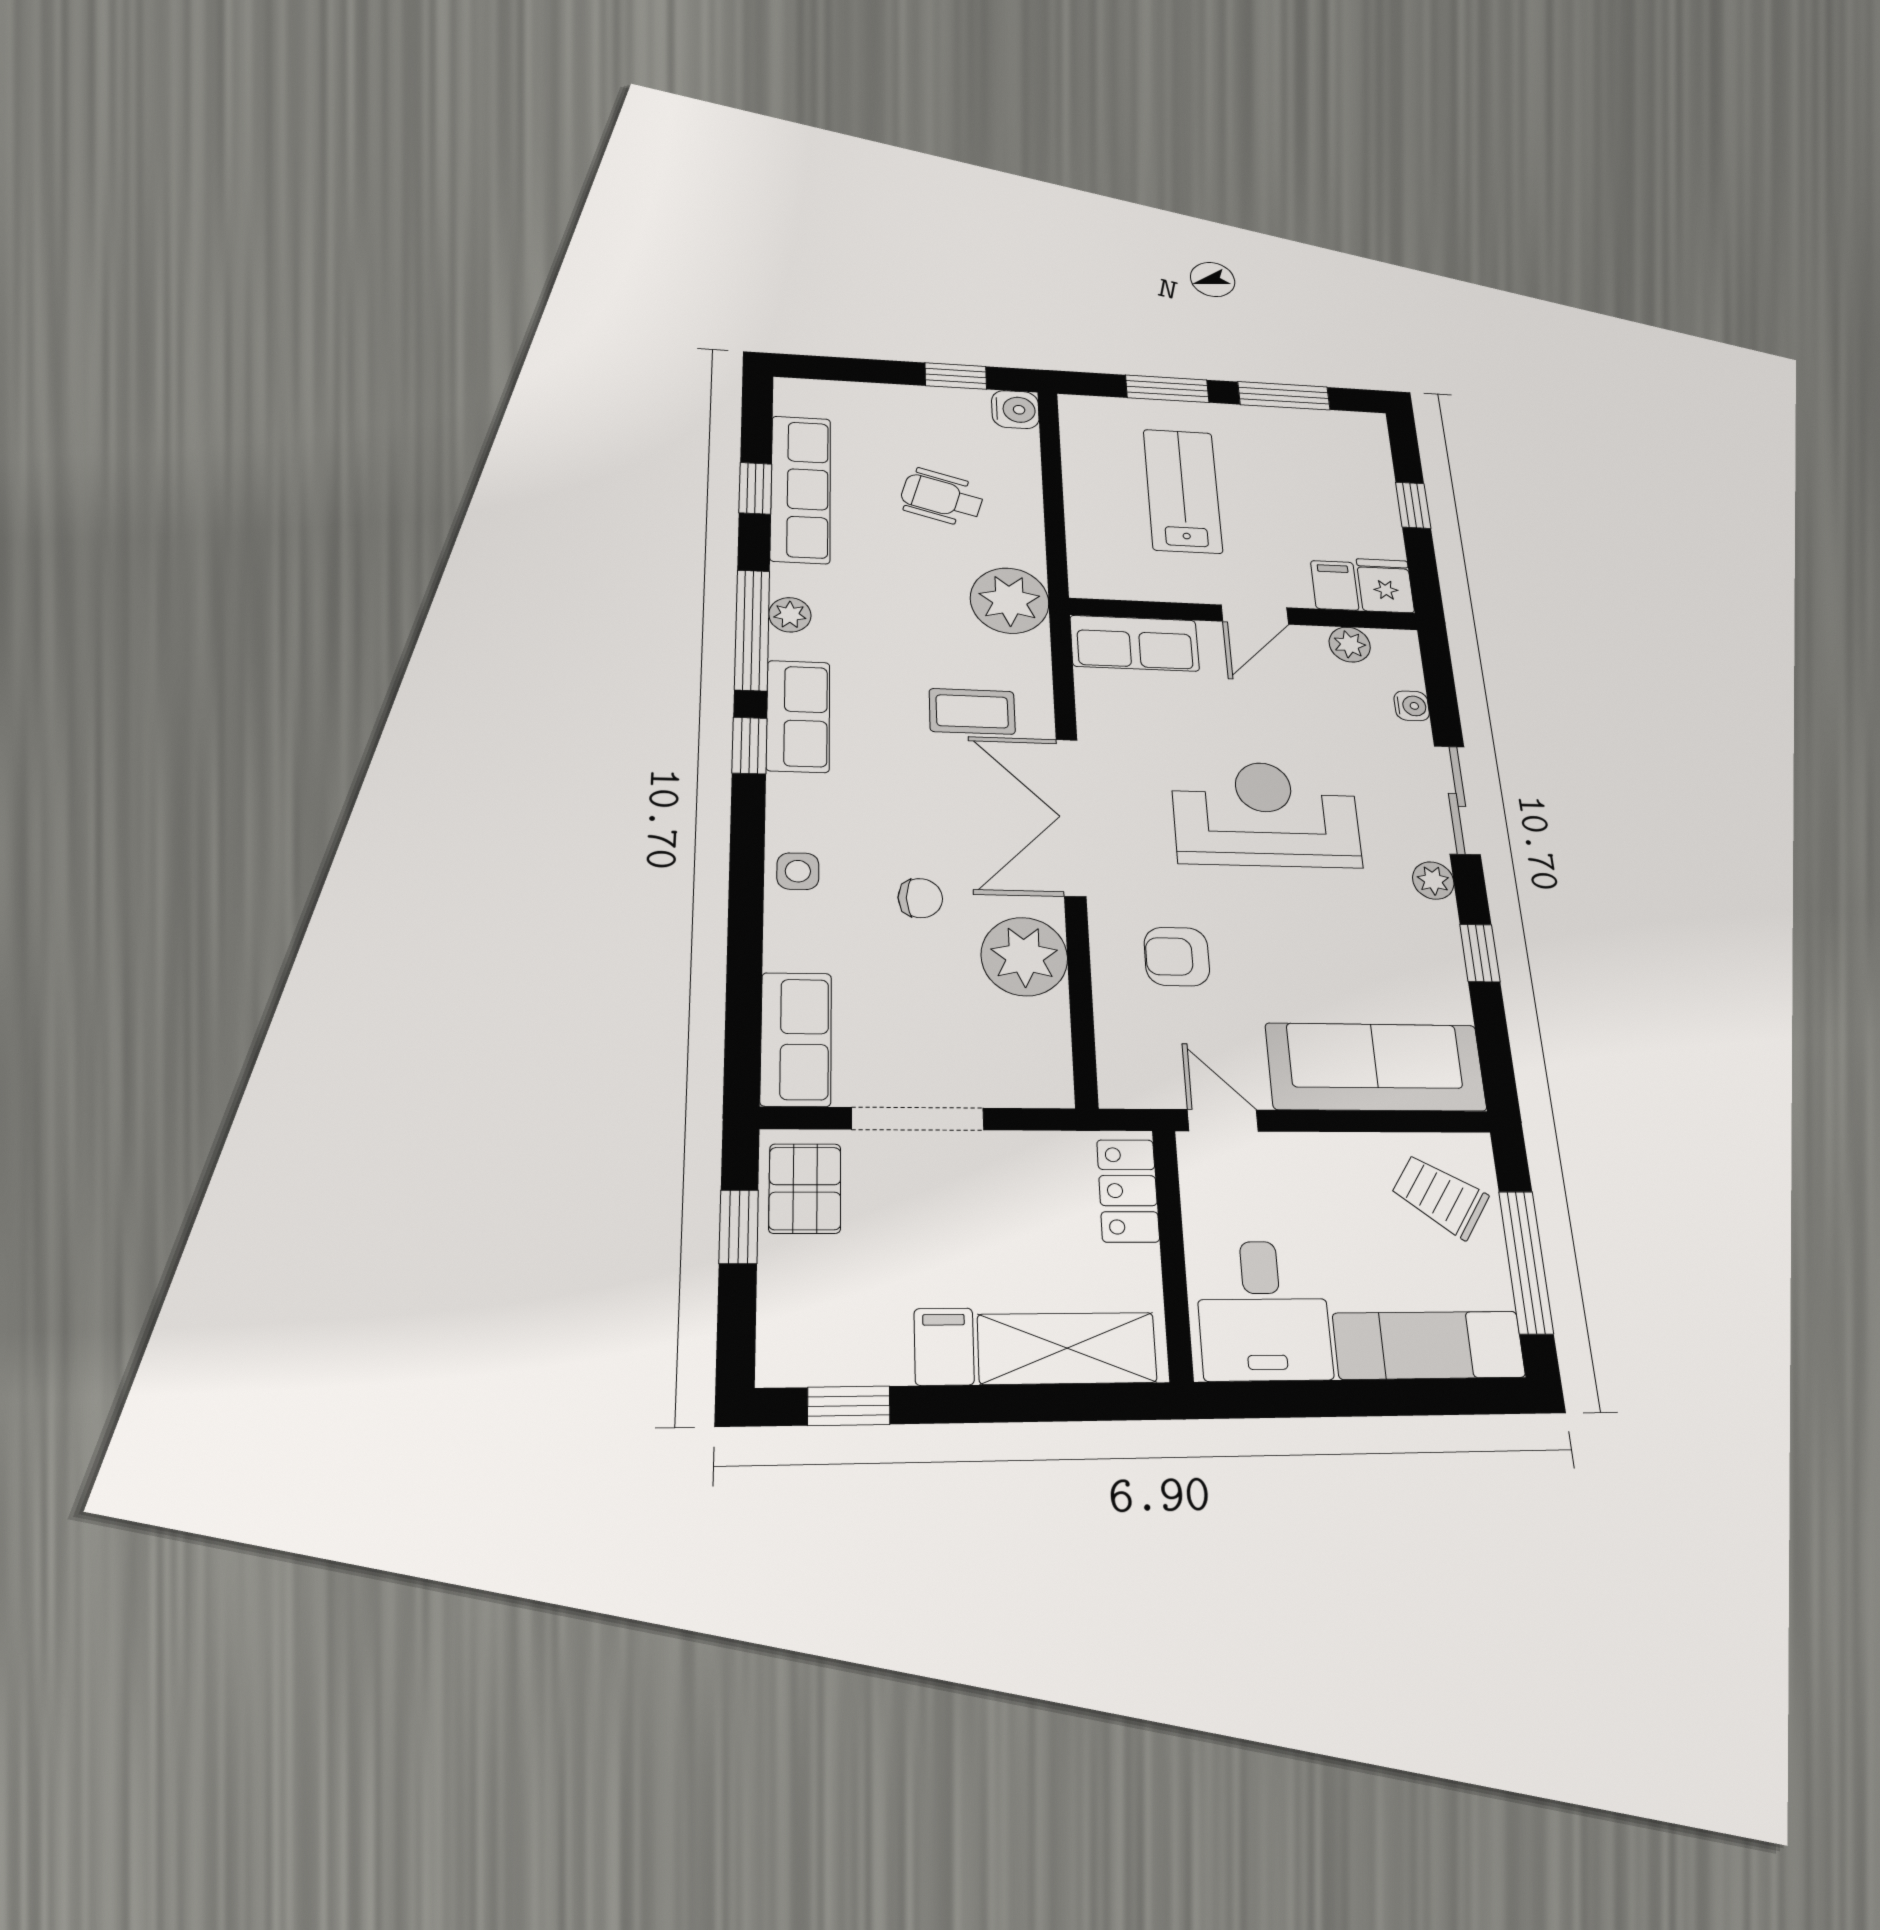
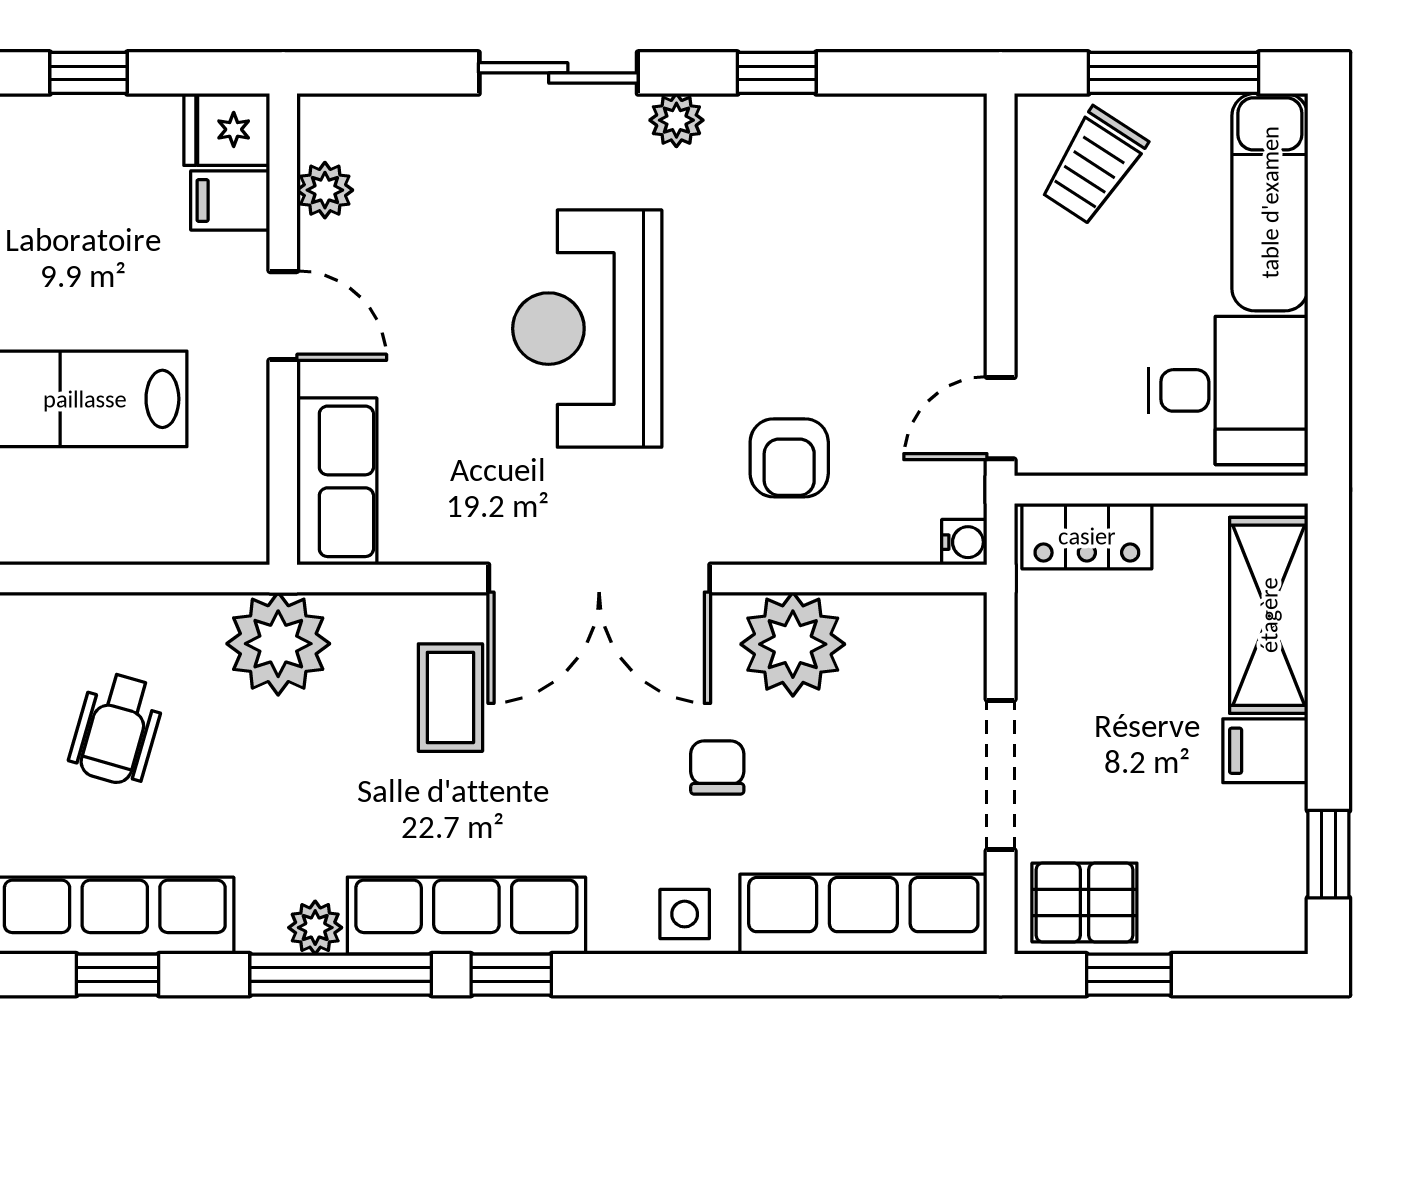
water cooler: (1412, 706) -> (964, 542), moved, turned 90
row of seats: (798, 716) -> (466, 916), width x1.48
row of seats: (796, 1039) -> (863, 914), width x1.48
sofa: (1376, 1067) -> (931, 225), removed

